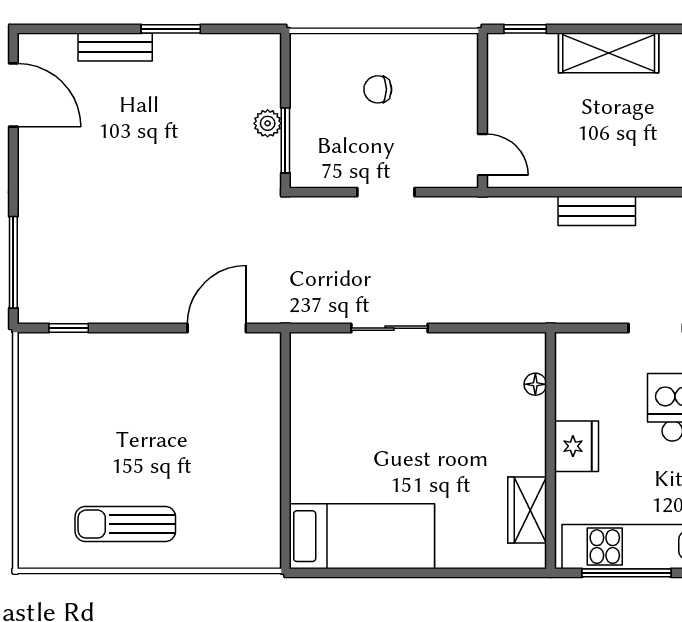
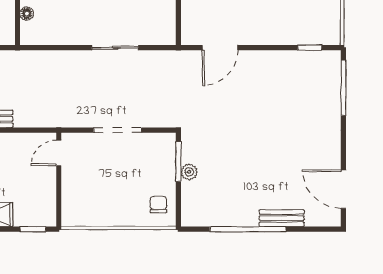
window: (171, 29) -> (248, 229), width x2.11
chair: (378, 89) -> (158, 204), moved, turned -90
door: (483, 155) -> (59, 153), hinge flipped
doorway: (386, 192) -> (117, 130), width x1.38

